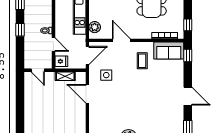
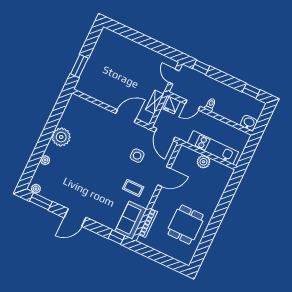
window: (188, 25) -> (148, 252), removed
plant: (95, 27) -> (203, 162), moved
window: (20, 30) -> (201, 67), moved
door: (38, 70) -> (174, 77), hinge flipped
side table: (106, 75) -> (137, 156), moved

